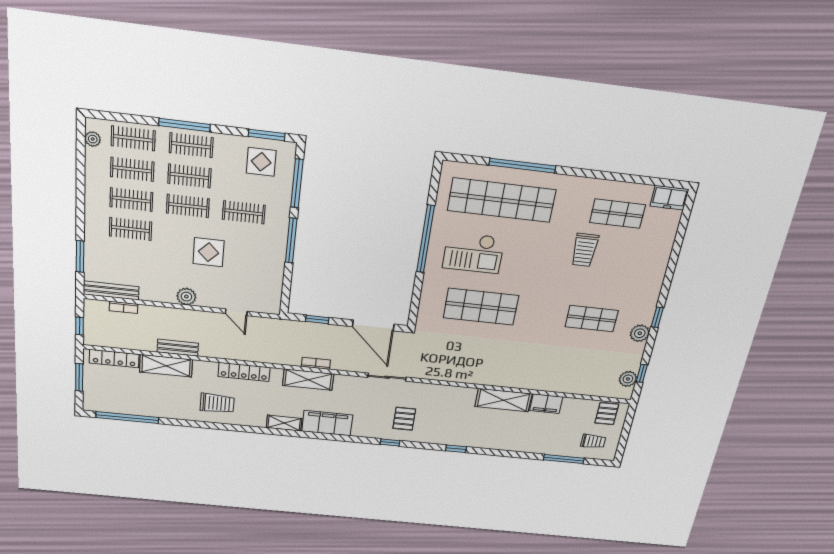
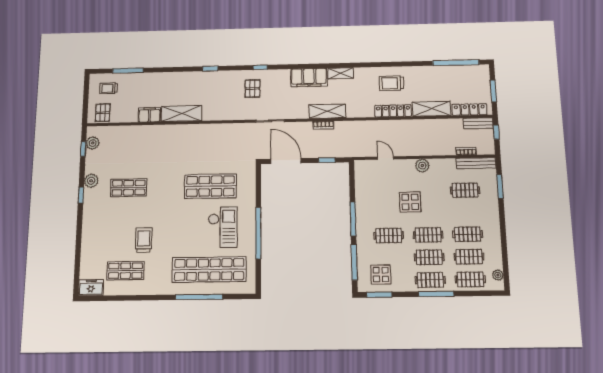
clothes rail: (131, 229) -> (465, 190), moved
checkout: (473, 253) -> (223, 227), turned 90
bench: (178, 348) -> (478, 123), moved
locker: (244, 372) -> (393, 111), moved

